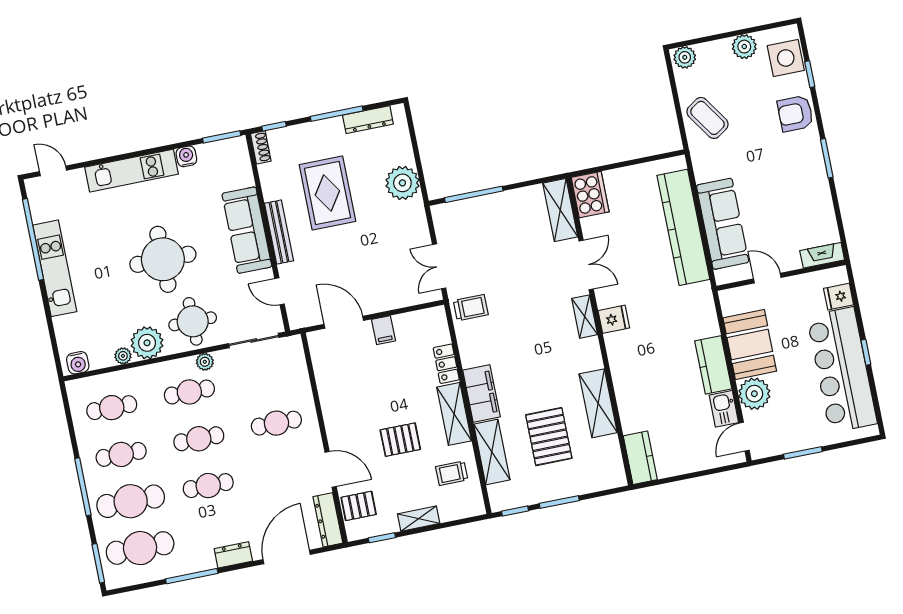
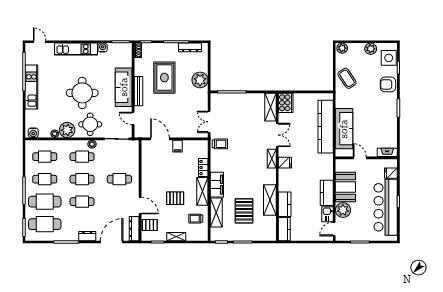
kitchen counter: (631, 406) -> (285, 204), added

